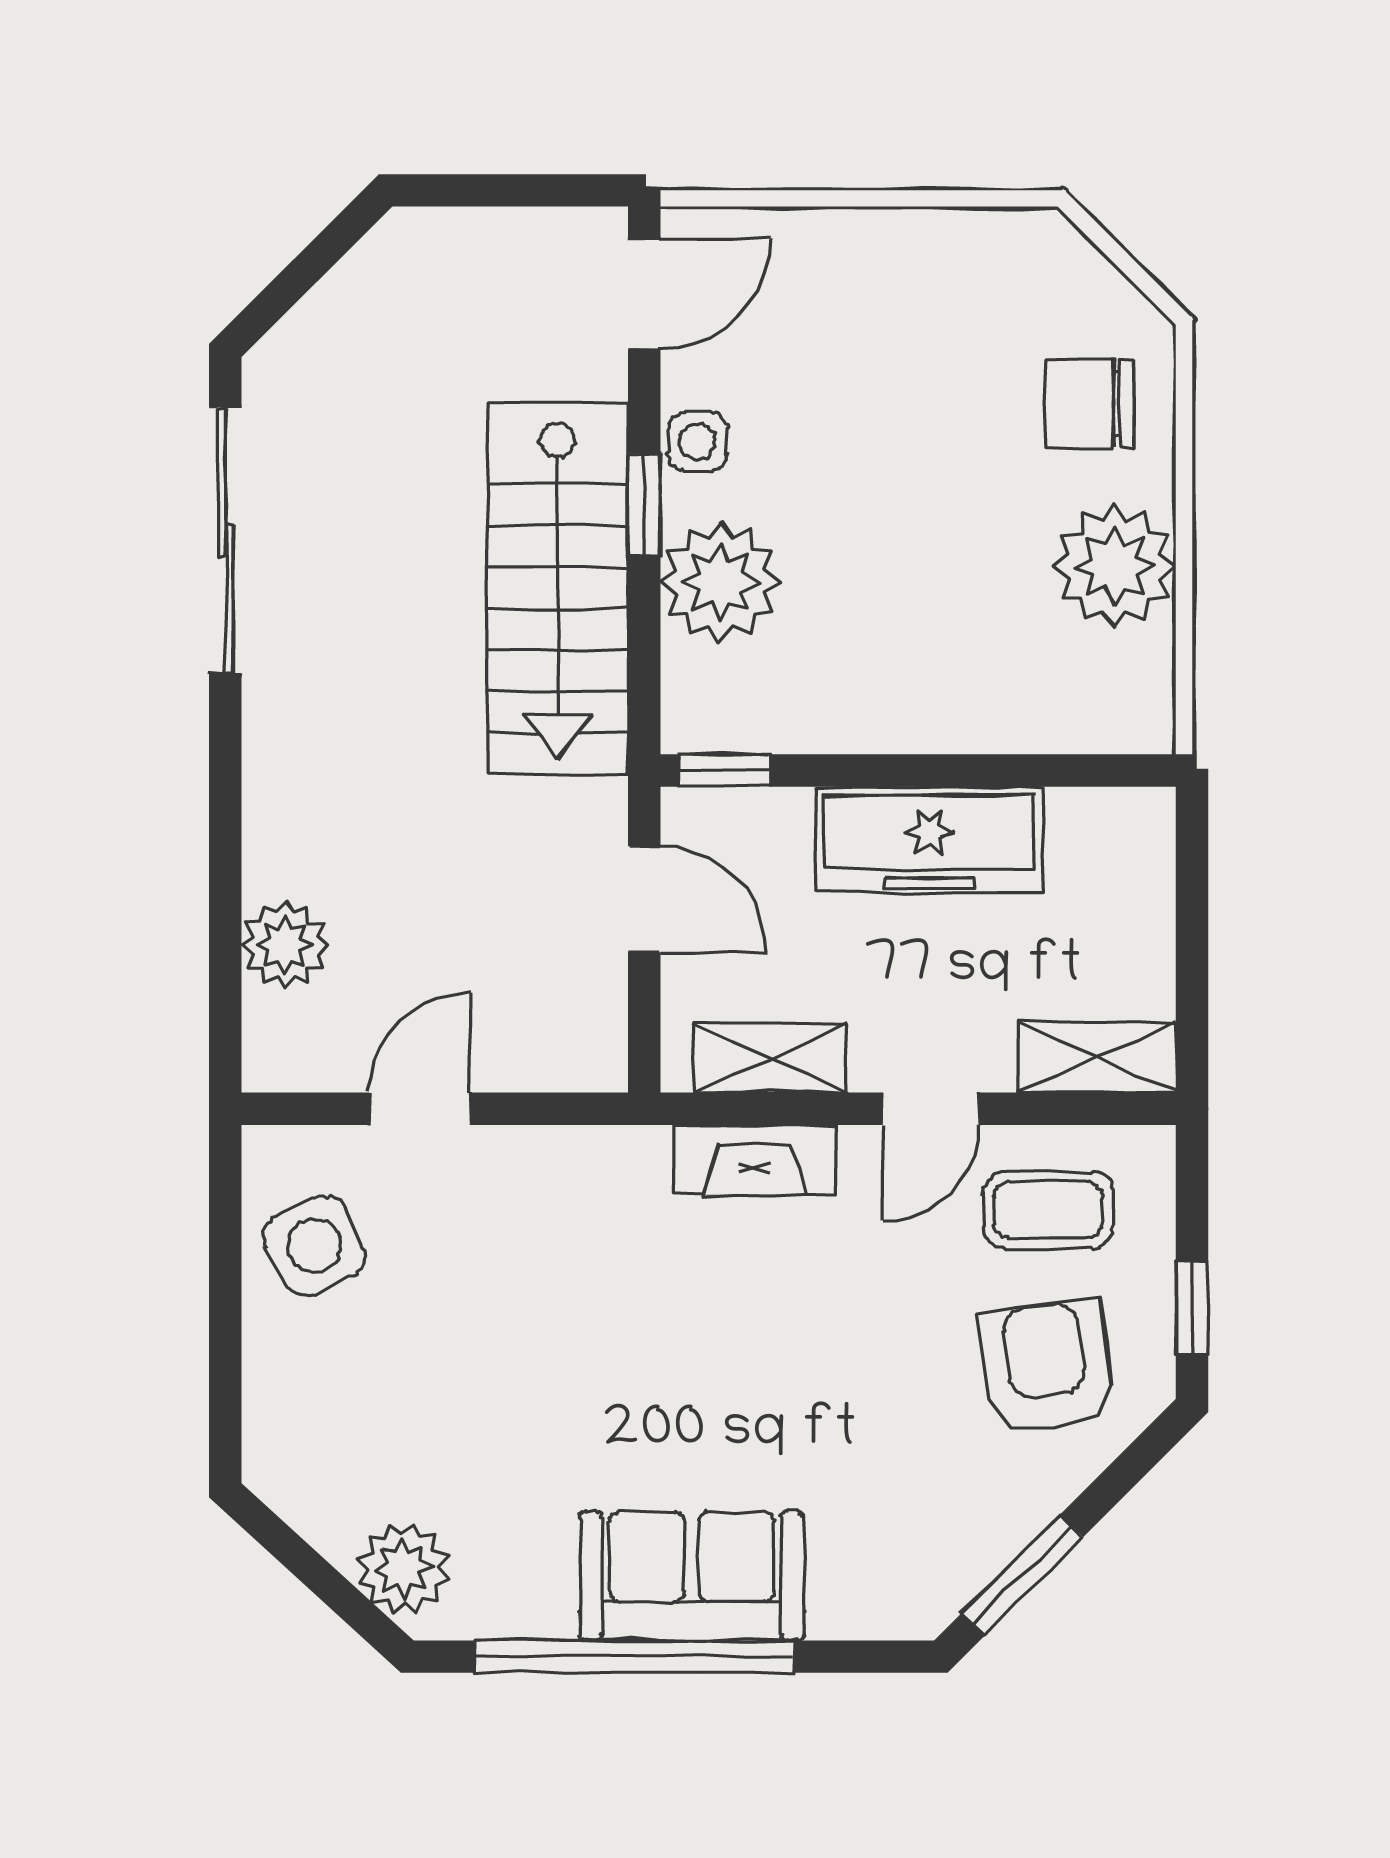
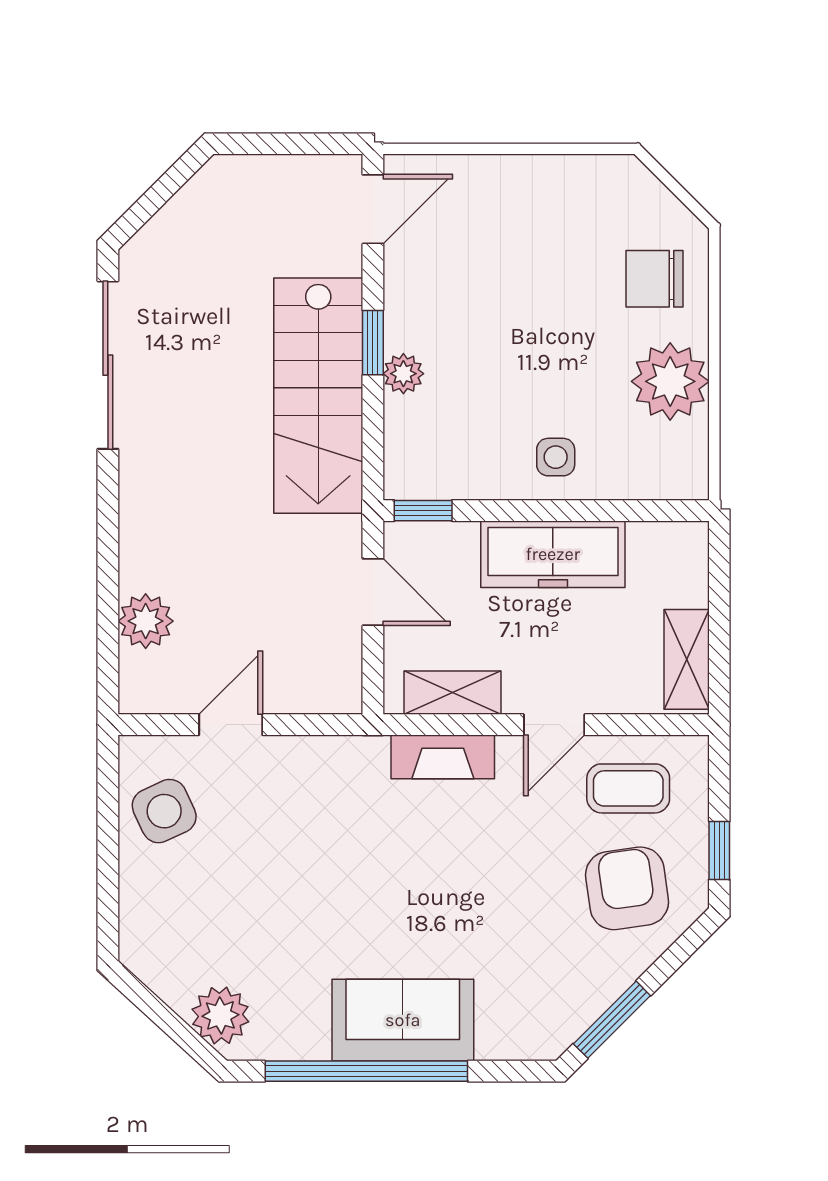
side table: (697, 442) -> (556, 457), moved
plant: (720, 582) -> (403, 374), width x0.53, depth x0.53
shelving: (1097, 1057) -> (687, 659), moved, turned 90

